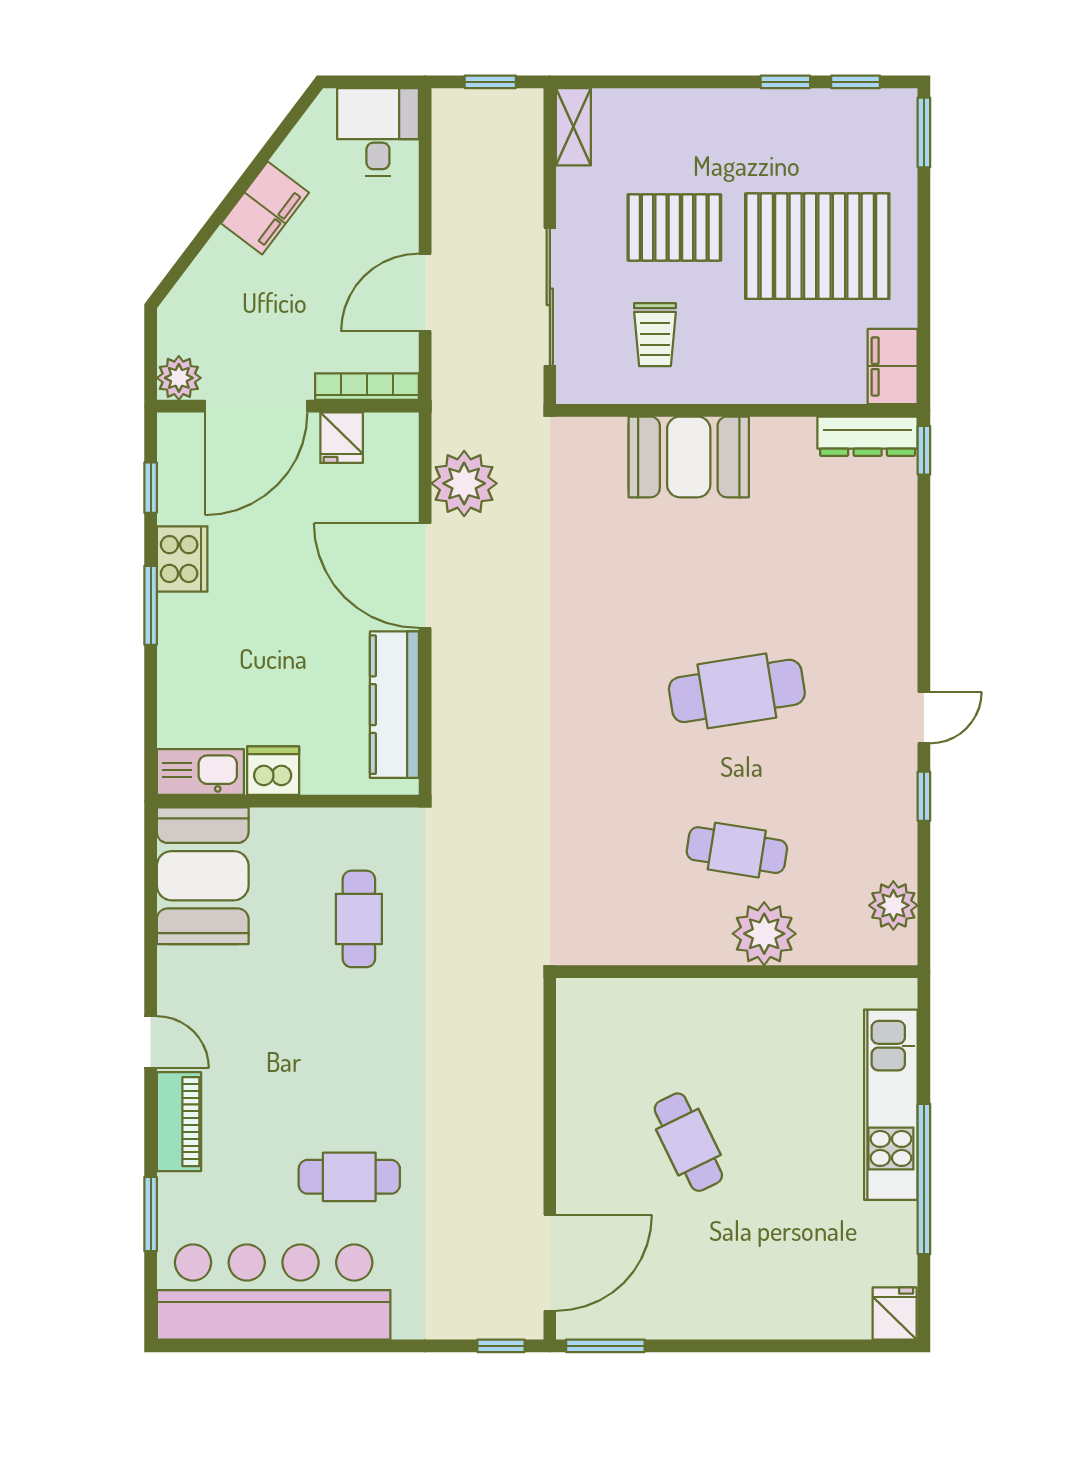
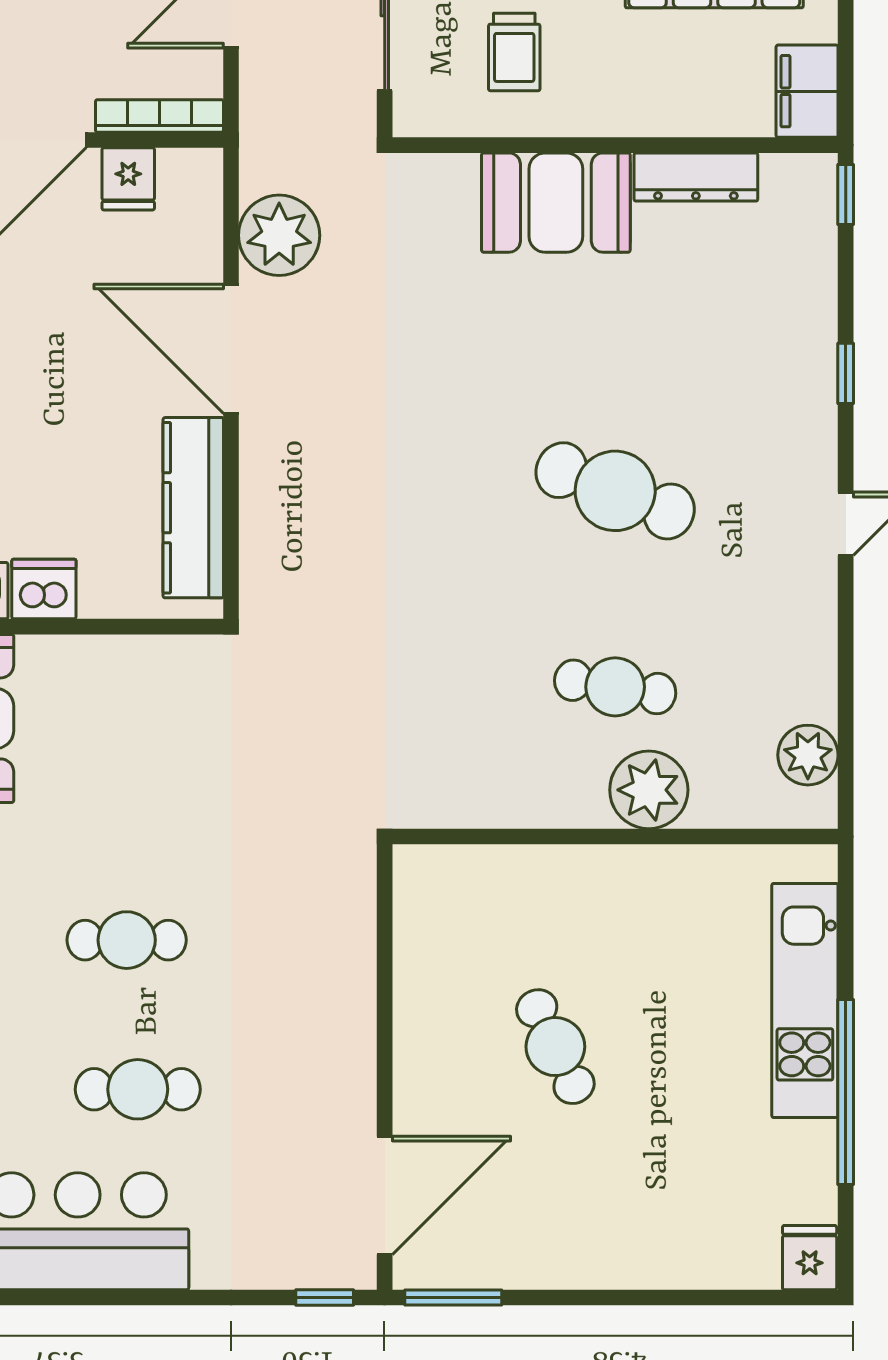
dresser: (868, 436) -> (696, 177), moved
cafe table: (737, 691) -> (615, 491), turned 30
window: (924, 796) -> (846, 373), moved
cafe table: (359, 919) -> (127, 940), moved, turned 90

